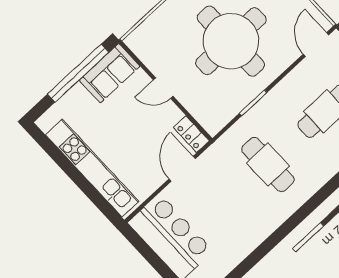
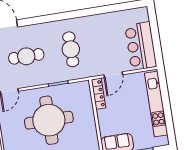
door: (163, 88) -> (96, 120), removed
locker: (191, 134) -> (99, 94), width x1.53

